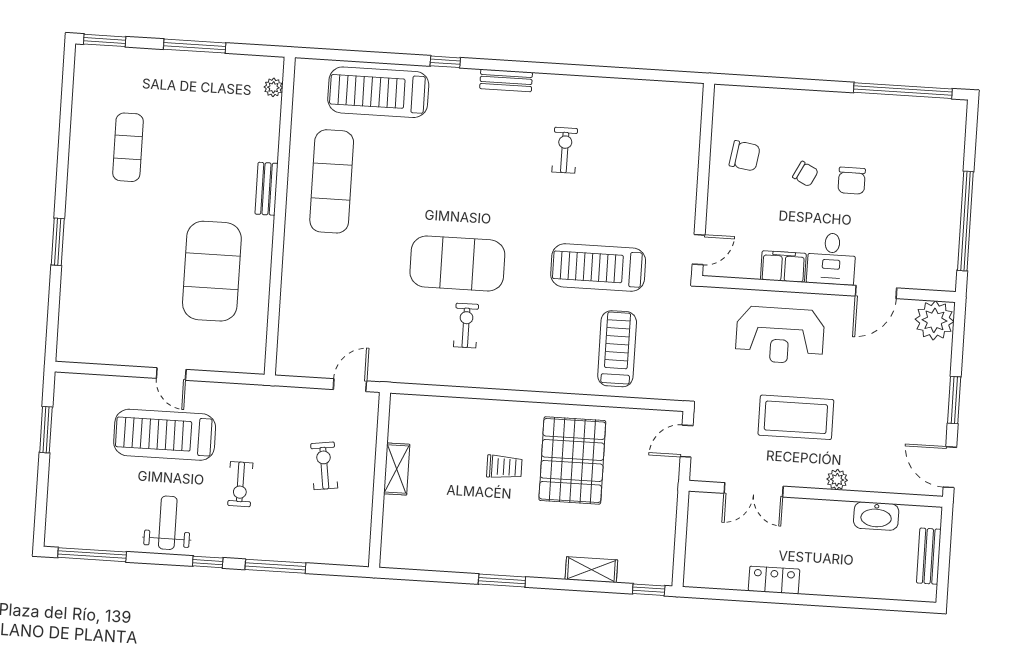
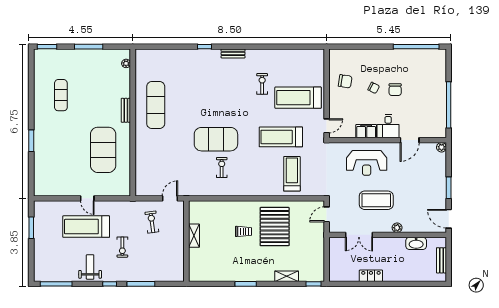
treadmill: (378, 92) -> (298, 98), moved
plant: (934, 320) -> (442, 147), width x0.53, depth x0.53
exercise bike: (324, 466) -> (152, 222), moved

